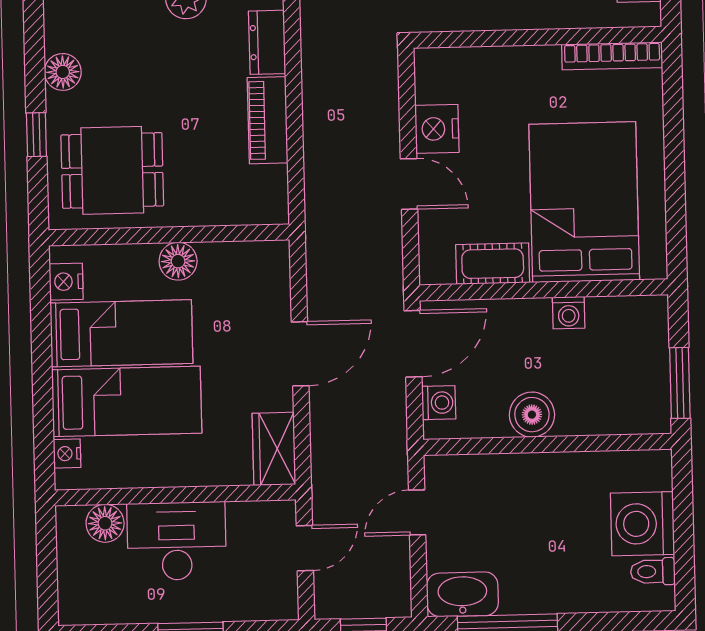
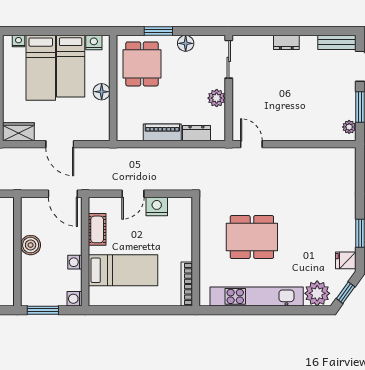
window: (36, 135) -> (158, 31), width x1.50
bed: (584, 202) -> (123, 270), width x0.67
washing machine: (439, 403) -> (74, 299), moved, turned 90

